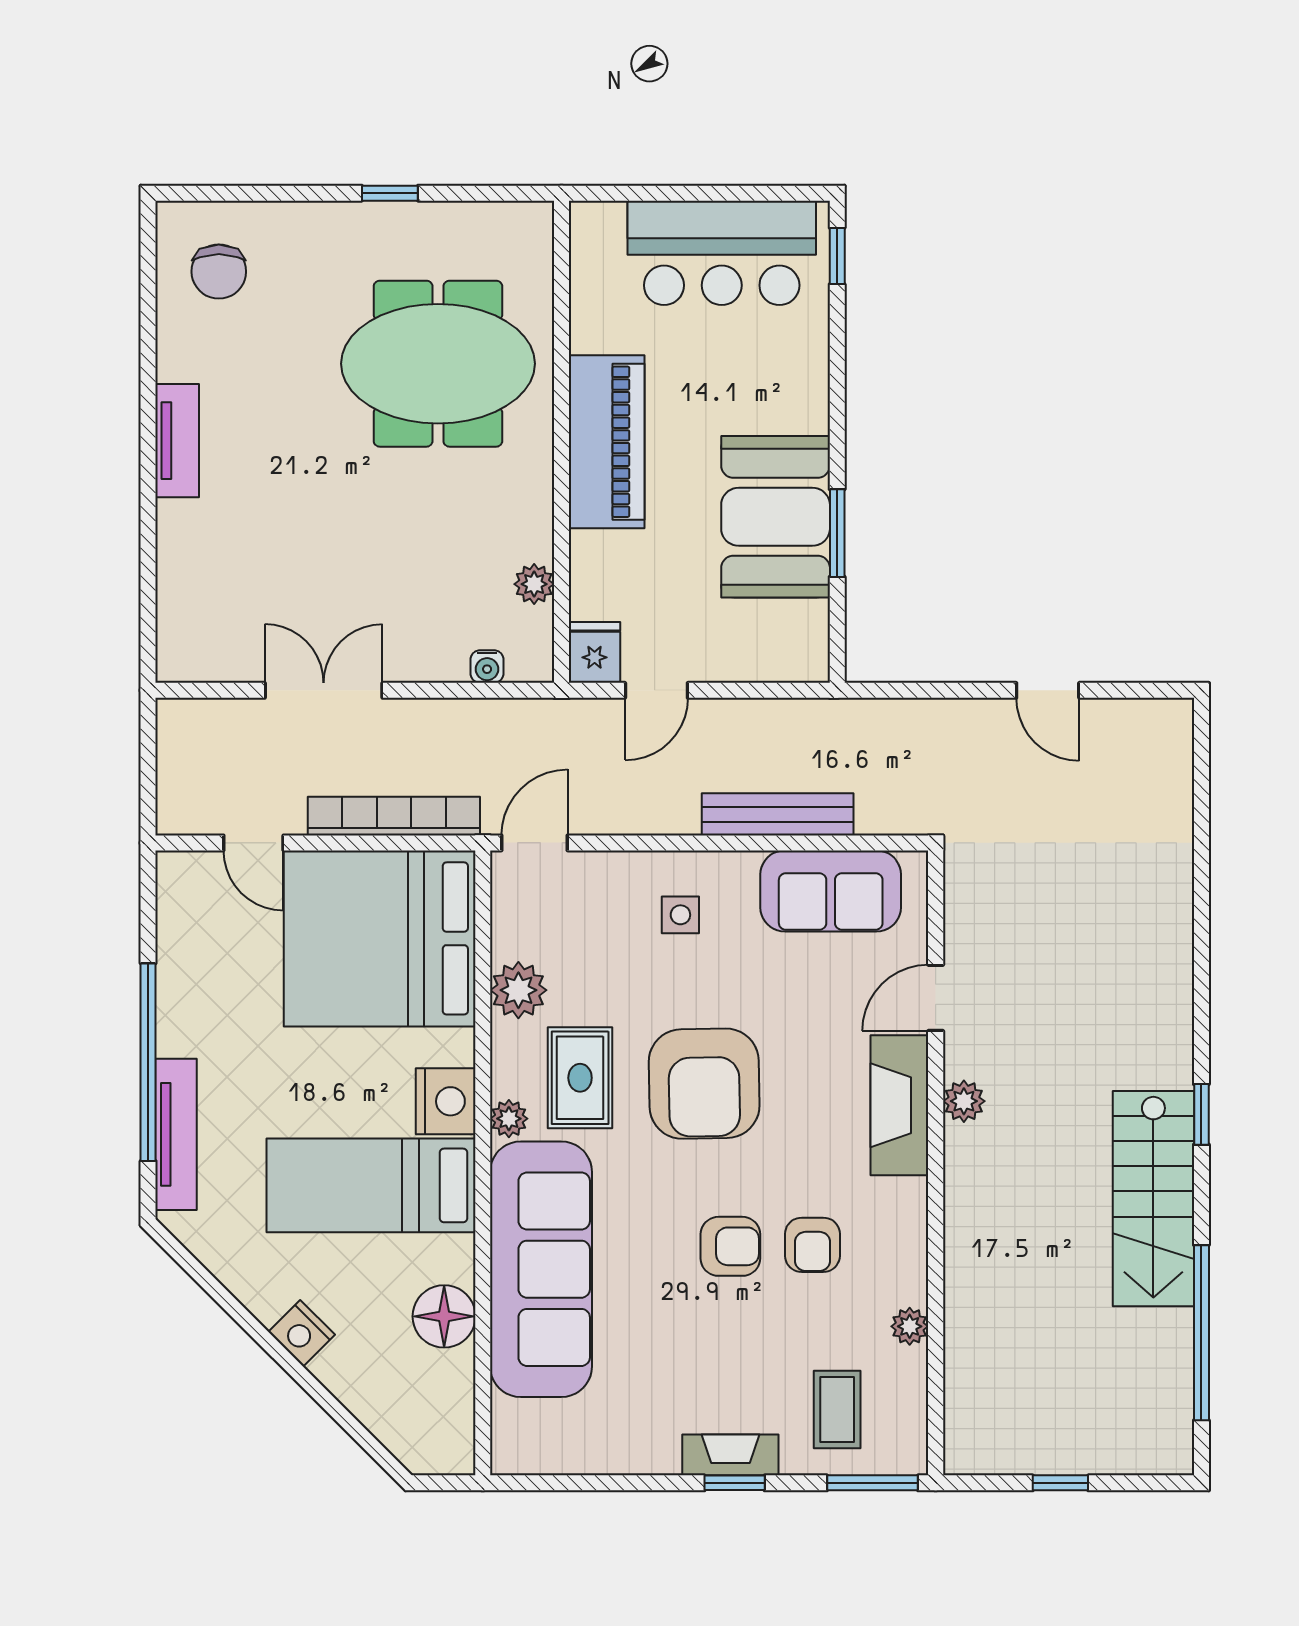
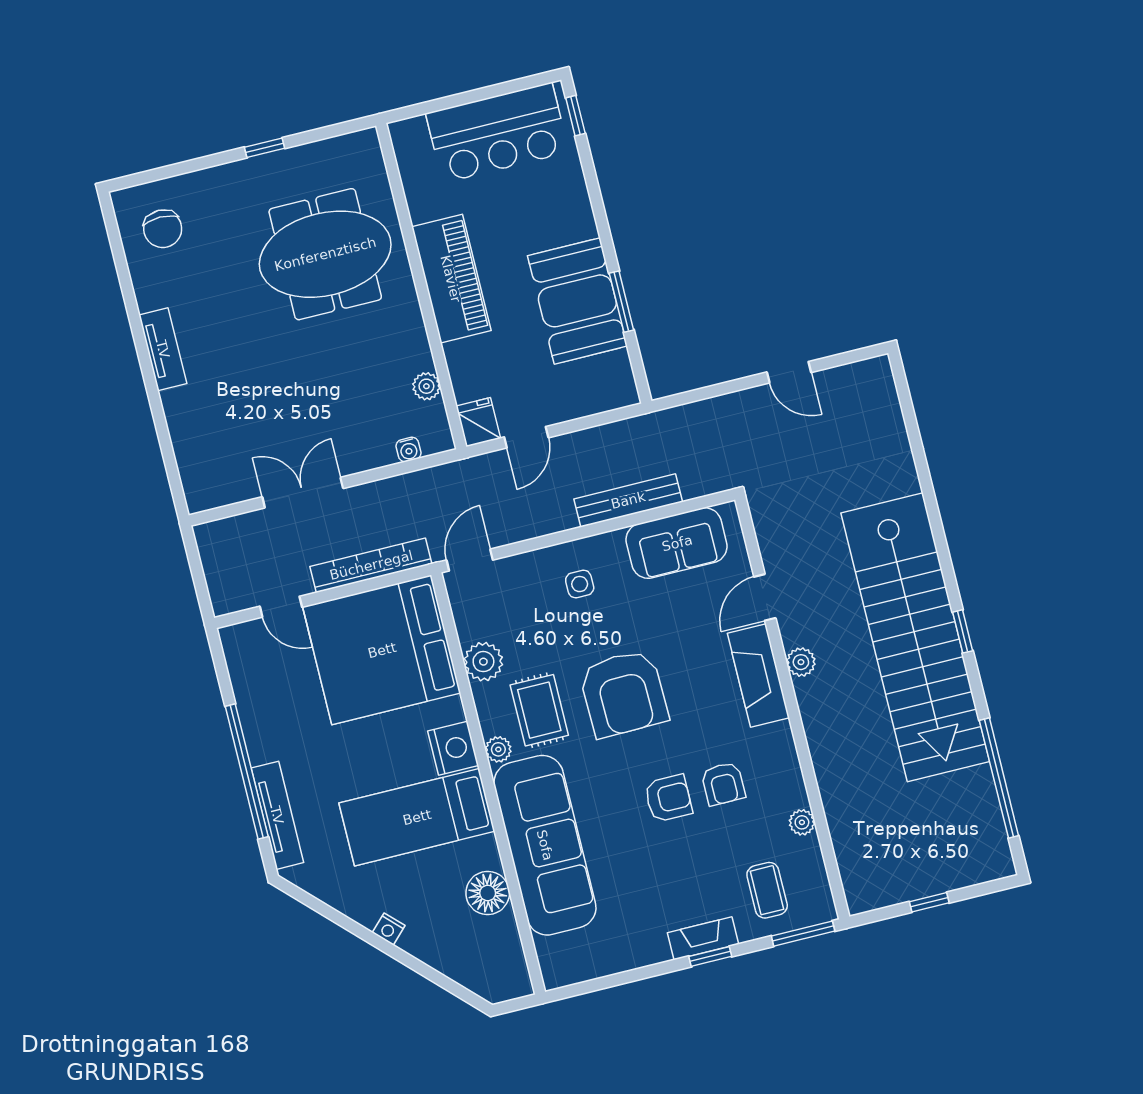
stairs: (1153, 1199) -> (915, 637), width x1.86, depth x1.51
nightstand: (302, 1333) -> (389, 929), width x0.72, depth x0.74

